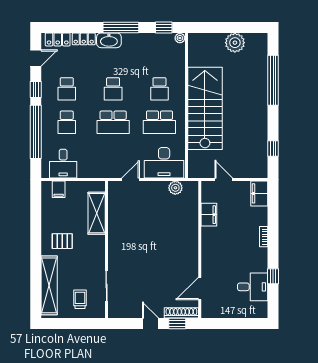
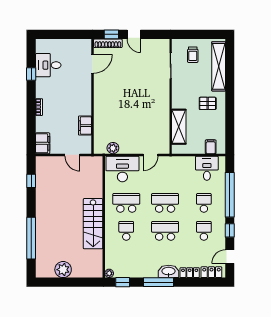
school desk: (113, 89) -> (165, 231), width x1.85
stairs: (205, 108) -> (93, 224), width x0.73, depth x0.66

